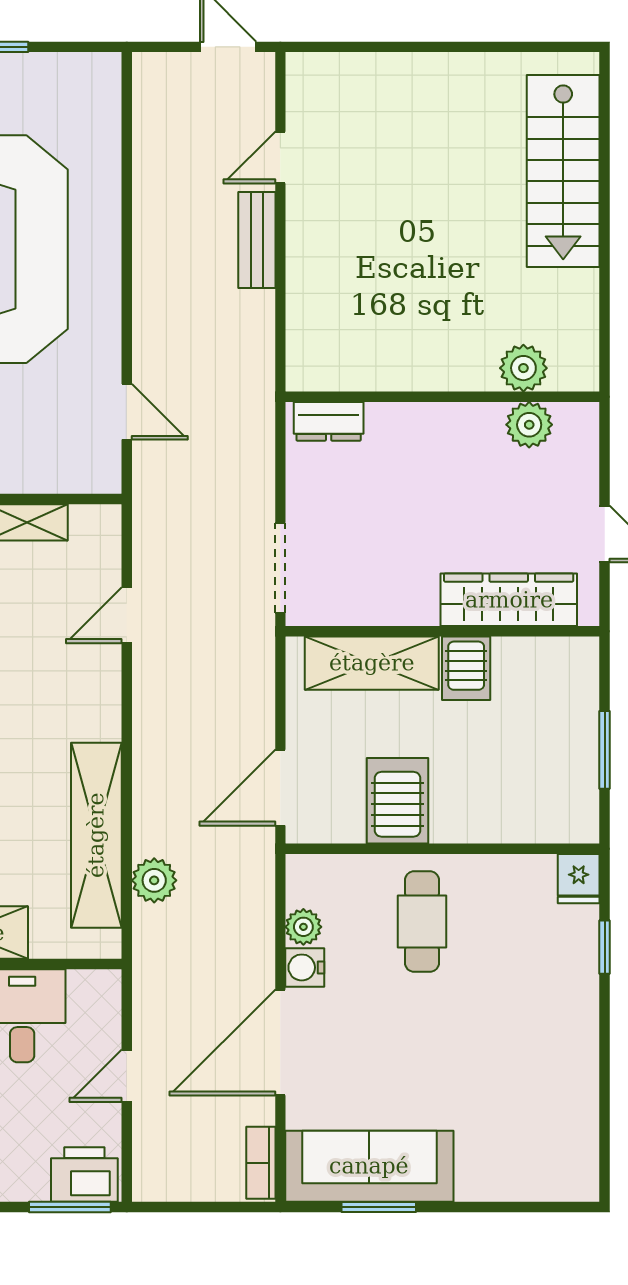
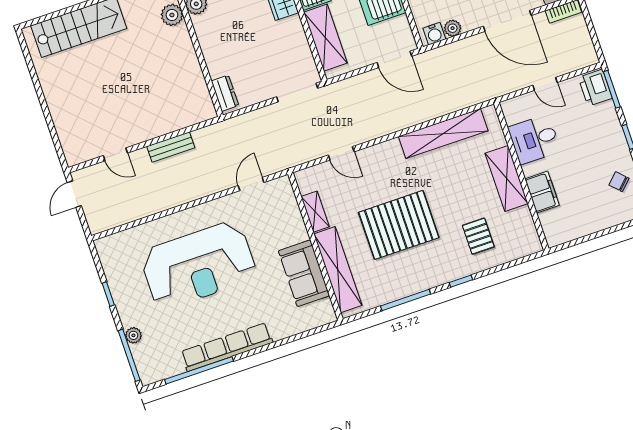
bench: (257, 240) -> (171, 147), moved
plant: (154, 880) -> (454, 101), removed
water cooler: (305, 967) -> (434, 34), moved

